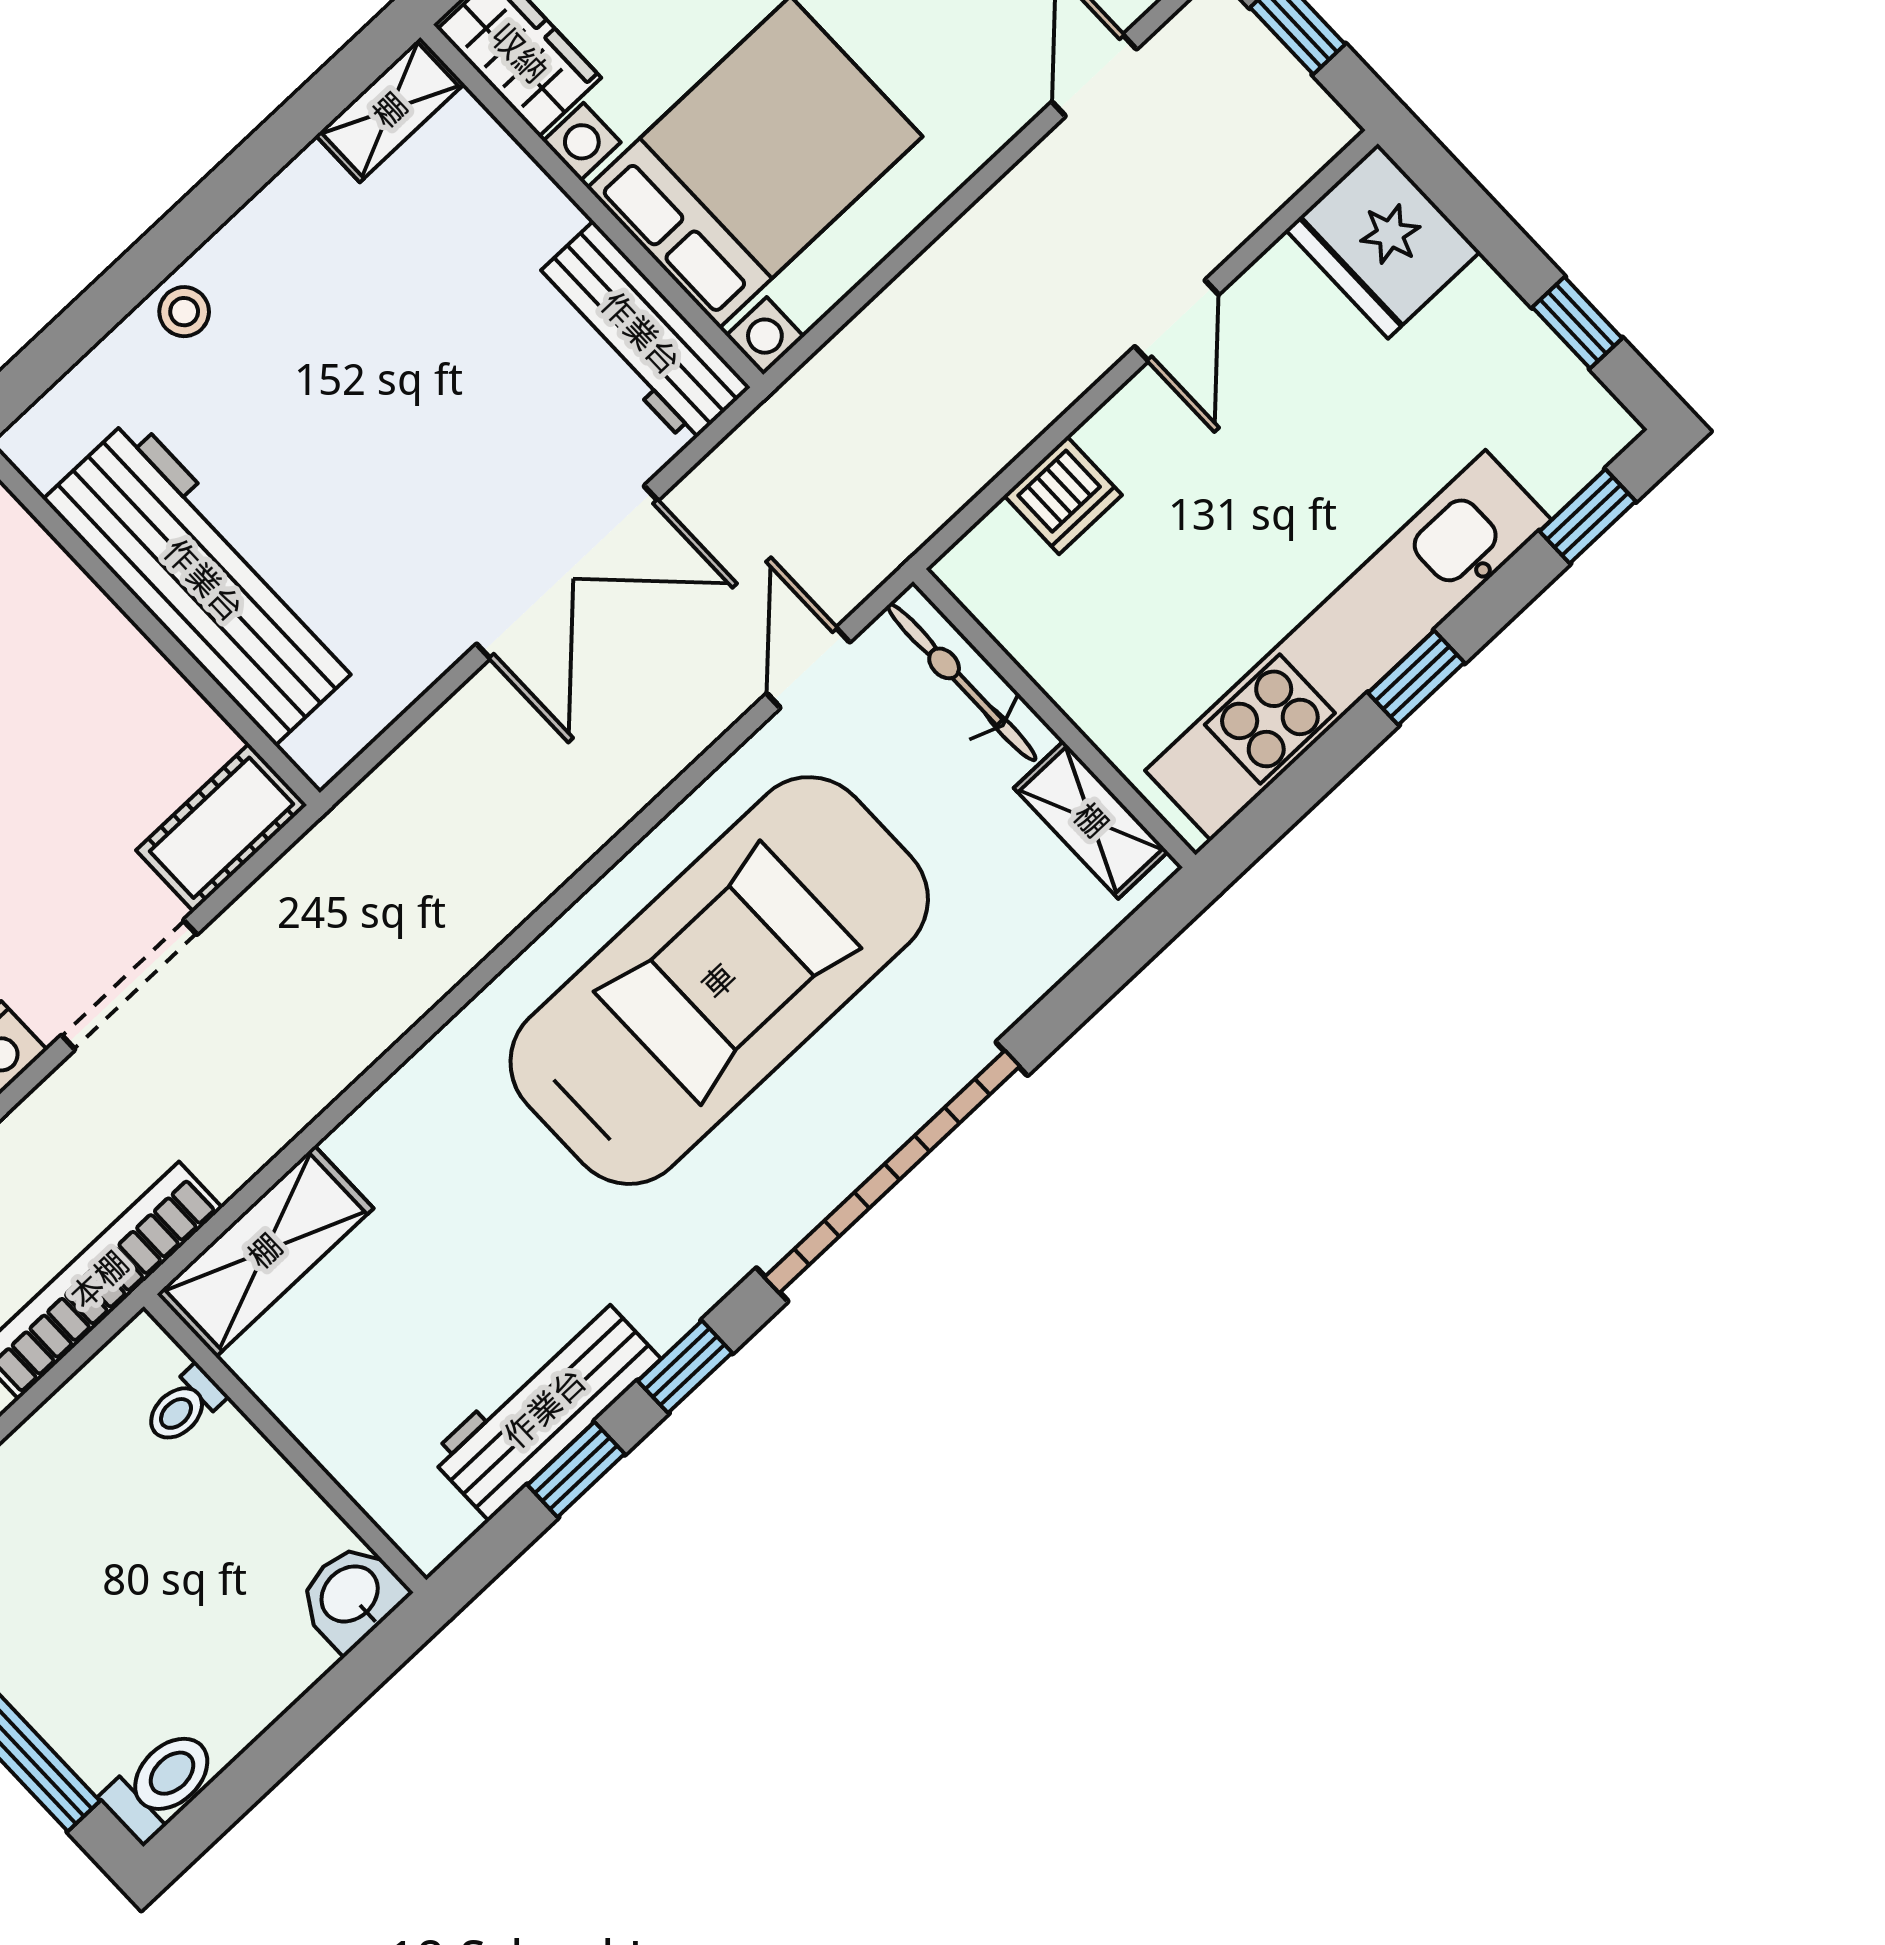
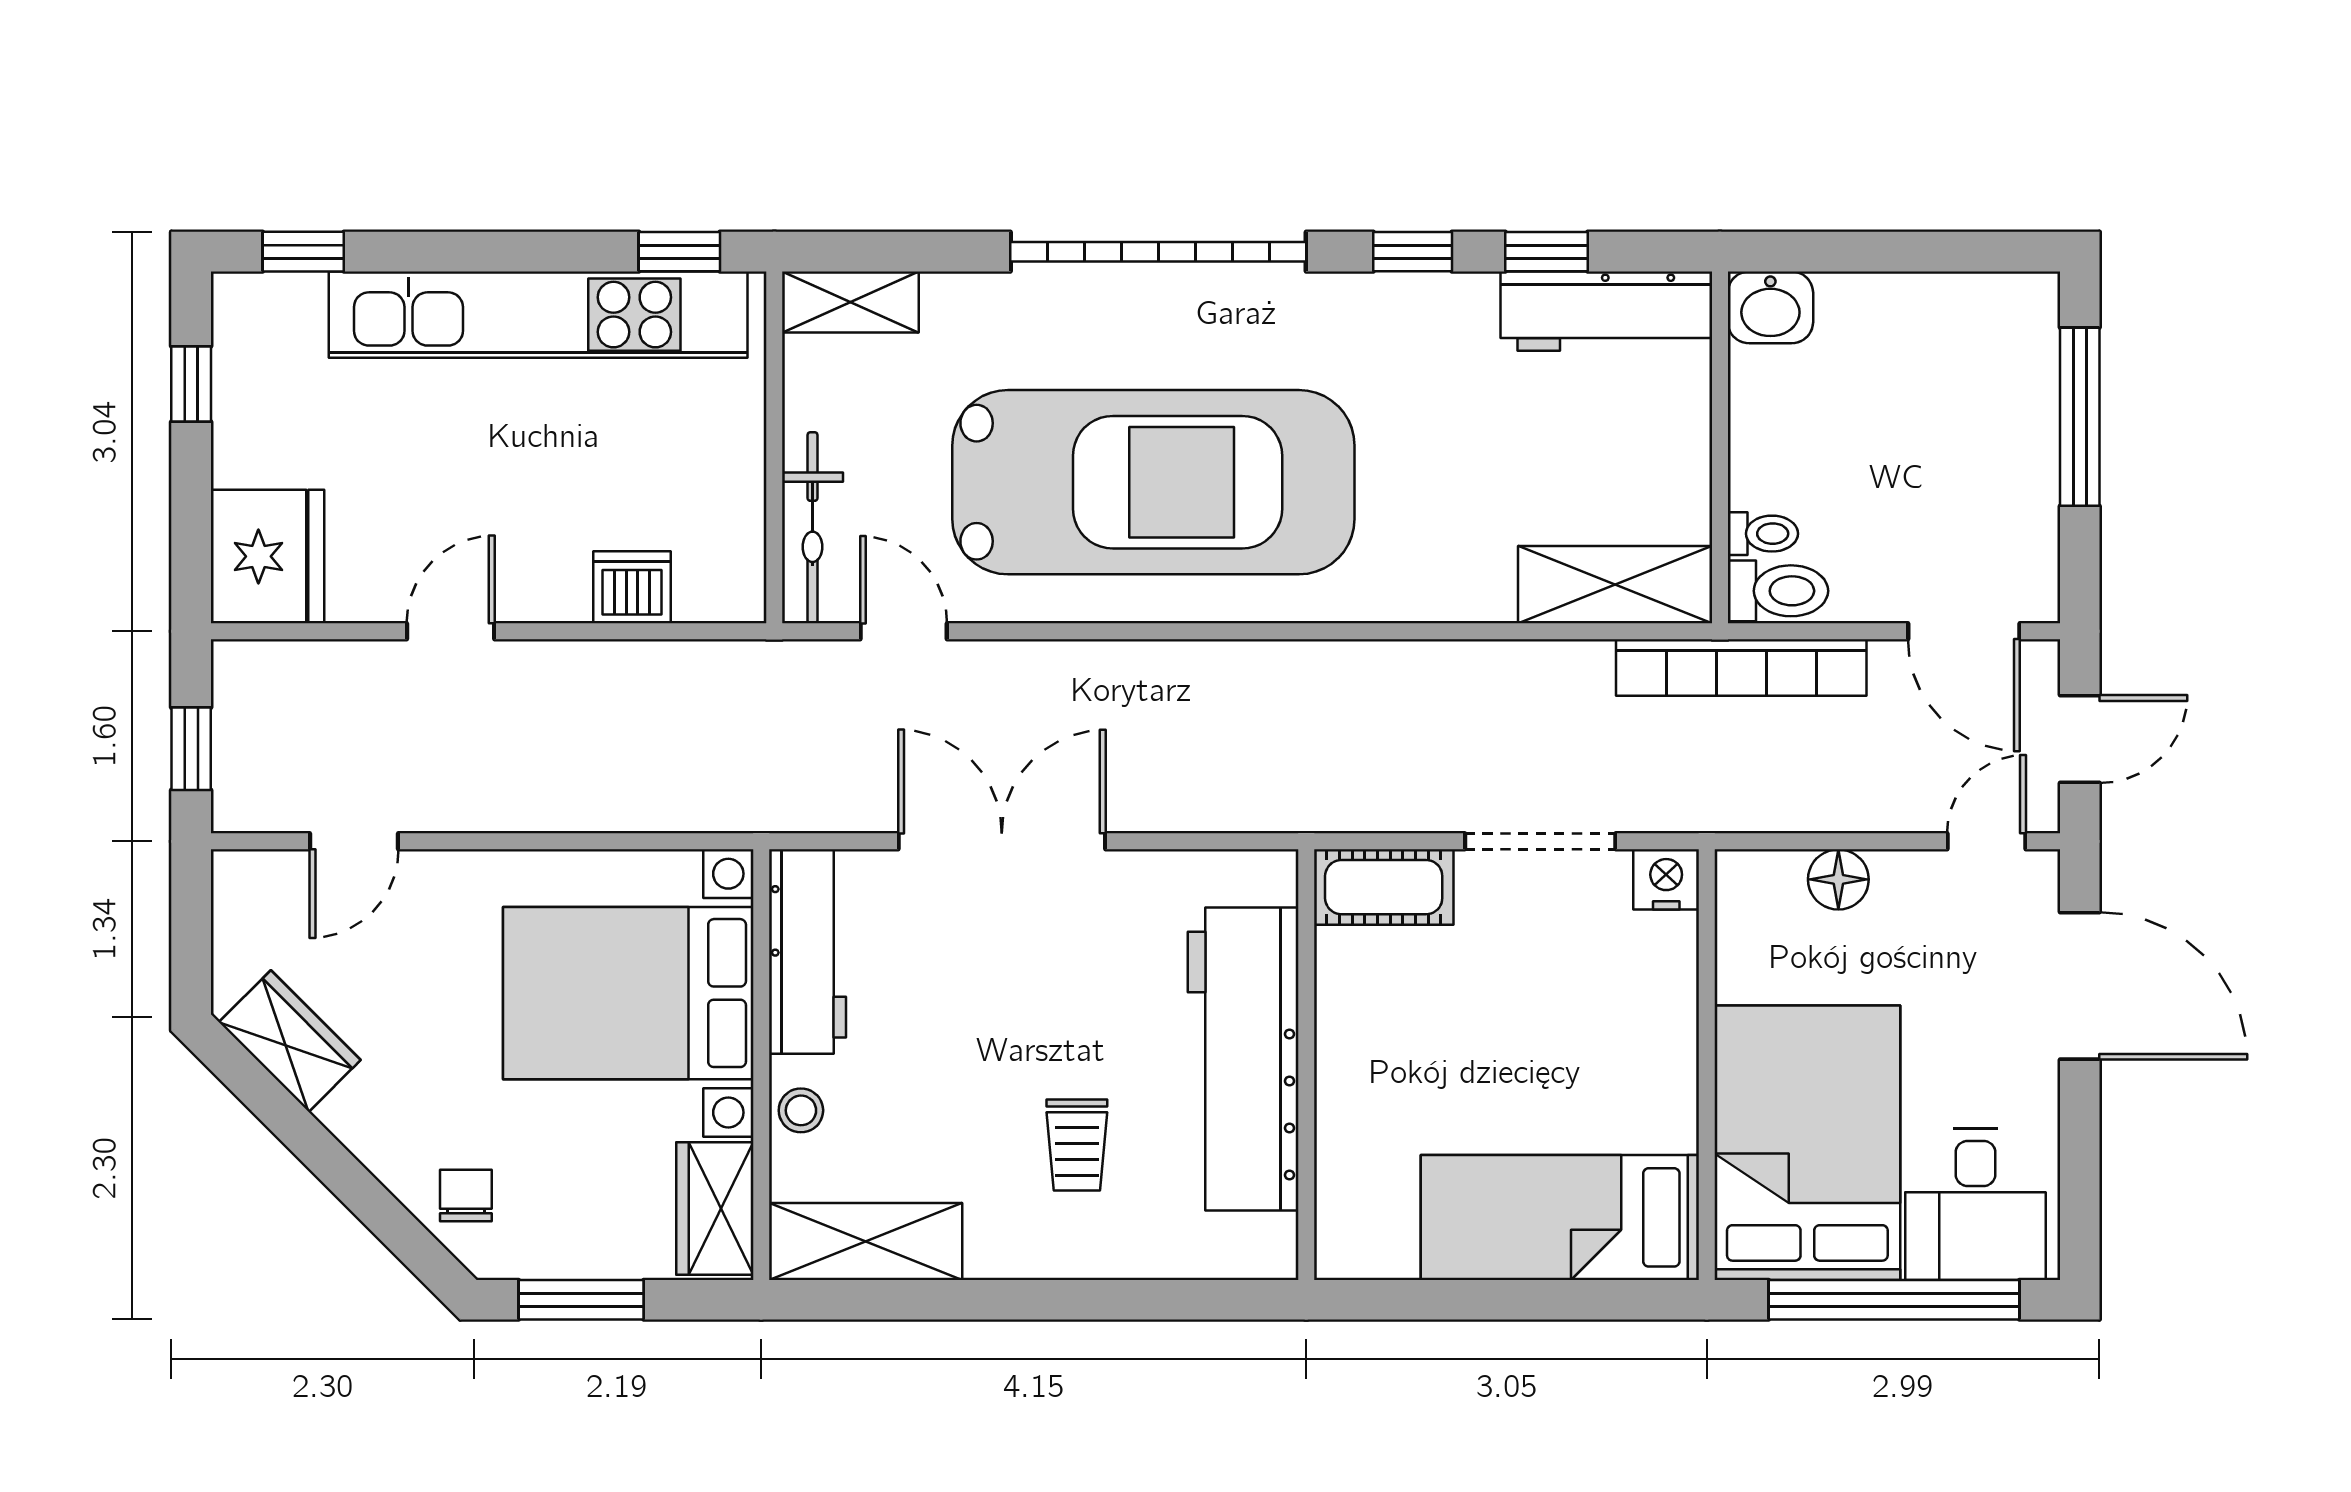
shelving: (390, 110) -> (866, 1241), width x1.50, depth x1.33
stool: (184, 312) -> (801, 1110), moved
trolley: (273, 383) -> (1077, 1145), added
door: (808, 668) -> (904, 631), swing flipped
window: (1416, 678) -> (679, 252), moved
shelving: (1091, 820) -> (850, 302), moved, turned 90
car: (719, 981) -> (1153, 482), turned 180
workbench: (545, 1408) -> (1606, 311), moved
toilet: (161, 1784) -> (1778, 591), moved, turned 180

